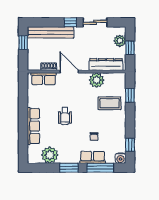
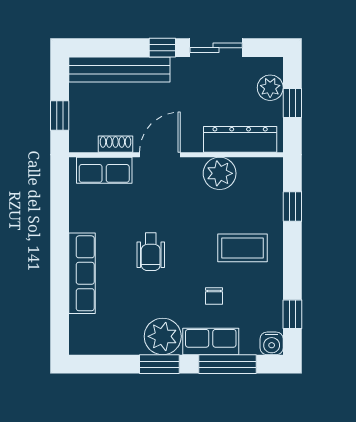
window: (23, 43) -> (60, 115), moved
door: (69, 72) -> (160, 155), hinge flipped
coffee table: (110, 103) -> (242, 248), moved
plant: (50, 155) -> (163, 336), moved

